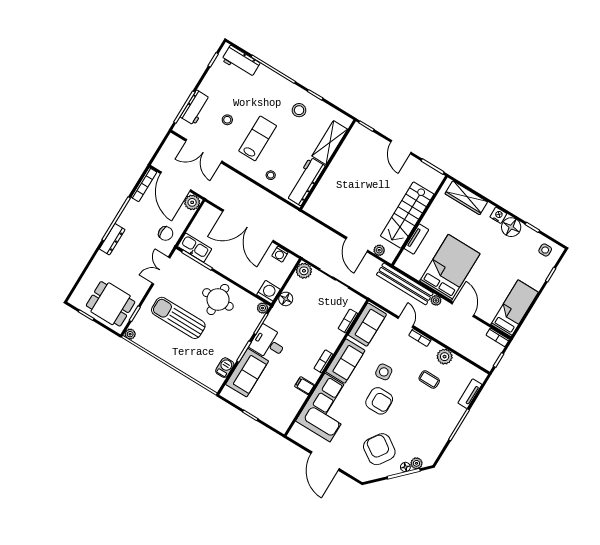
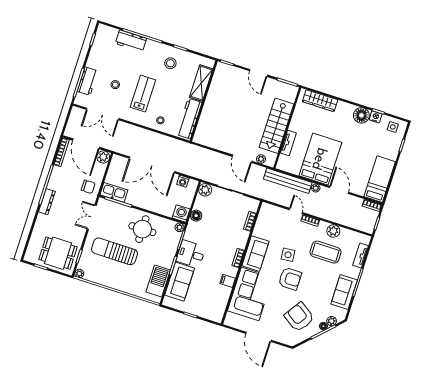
workbench: (241, 62) -> (131, 41), moved
nightstand: (498, 215) -> (376, 117), moved
sofa: (367, 325) -> (344, 292), moved, turned 180
barbecue: (225, 368) -> (158, 281), width x1.88, depth x1.53
coffee table: (429, 380) -> (326, 252), width x1.86, depth x1.72

